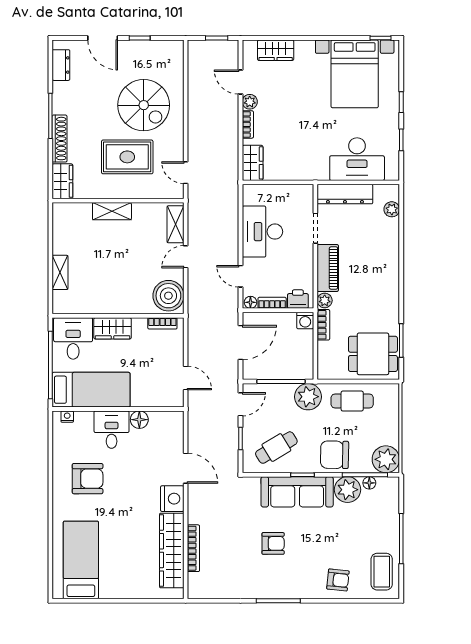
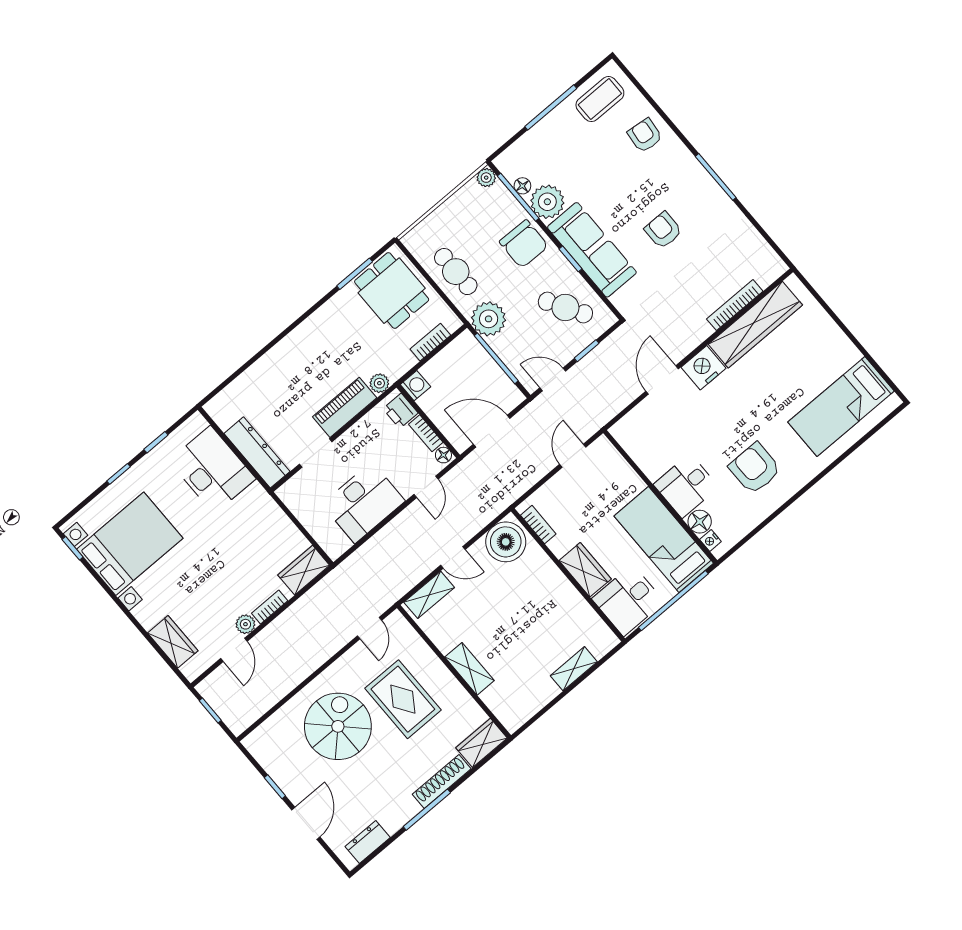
plant: (392, 209) -> (233, 393), removed
bookcase: (323, 325) -> (430, 342), moved
floor lamp: (139, 420) -> (700, 522), moved
plant: (386, 459) -> (486, 178), width x0.53, depth x0.53

